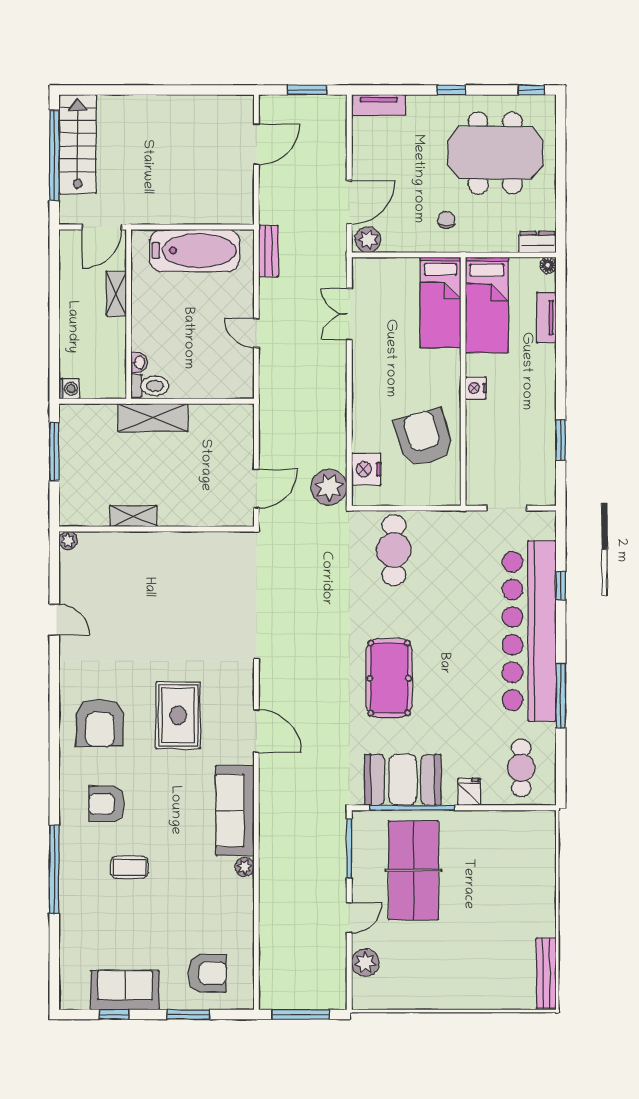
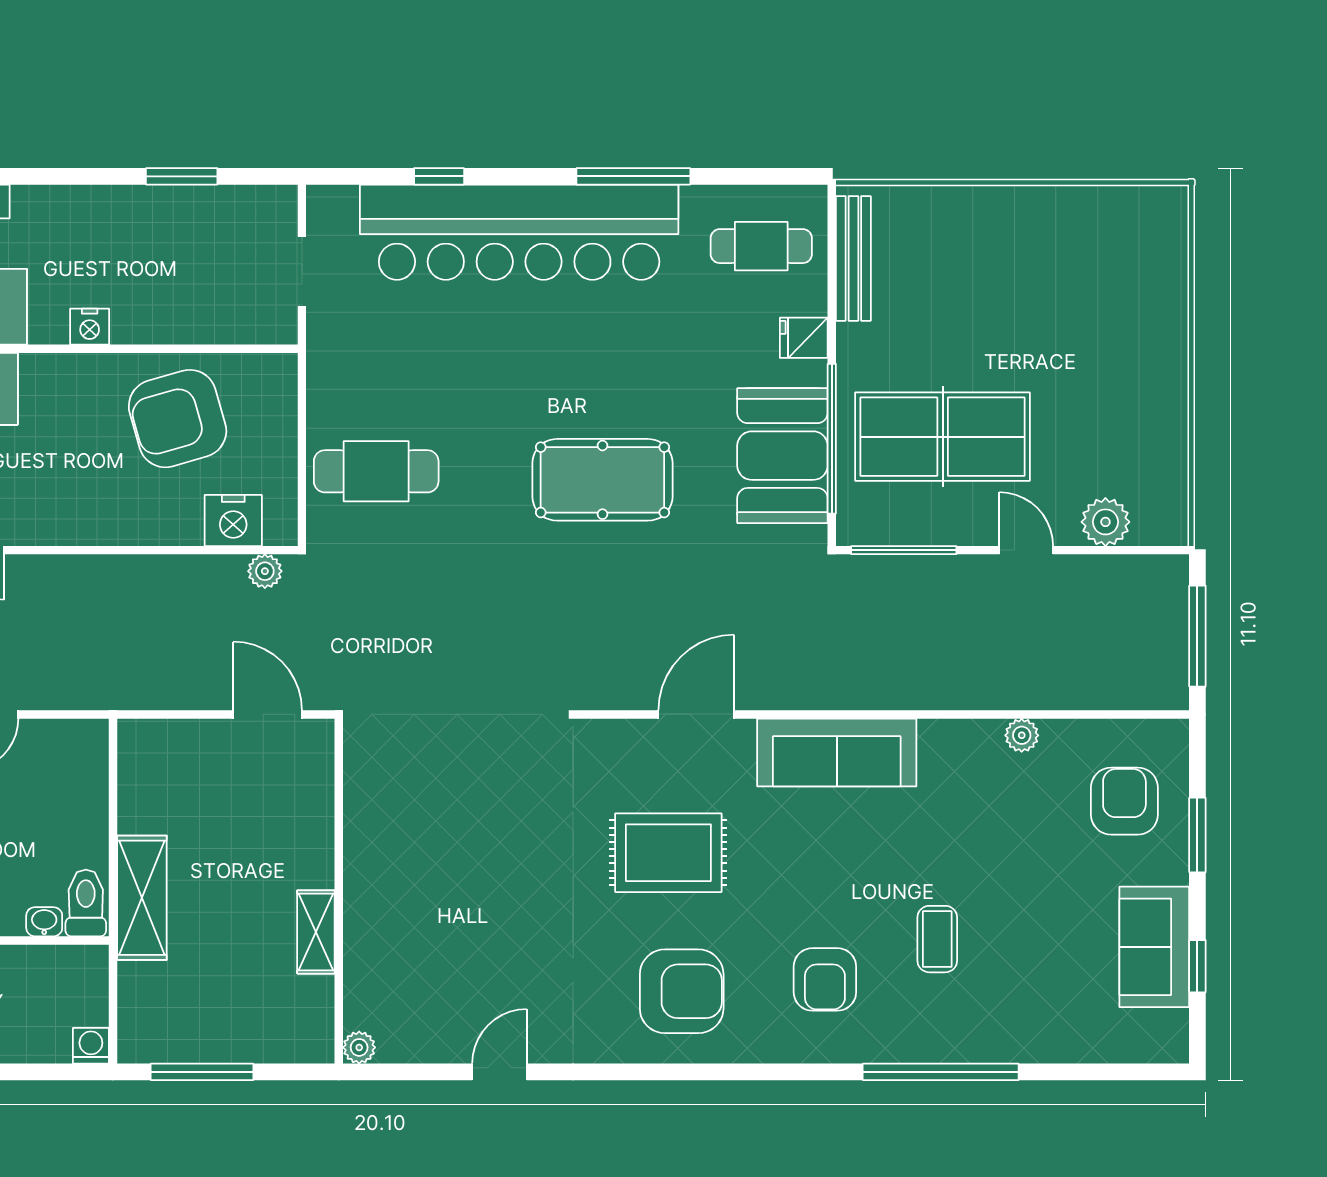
plant: (329, 487) -> (265, 571), width x0.53, depth x0.53
plant: (245, 867) -> (1022, 735), moved
bench: (546, 973) -> (853, 258), moved, turned 90

